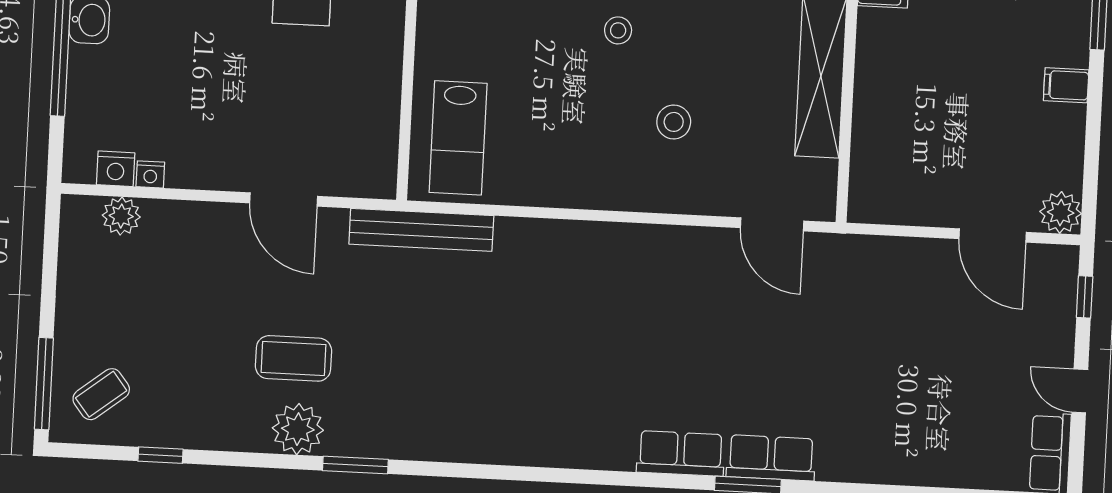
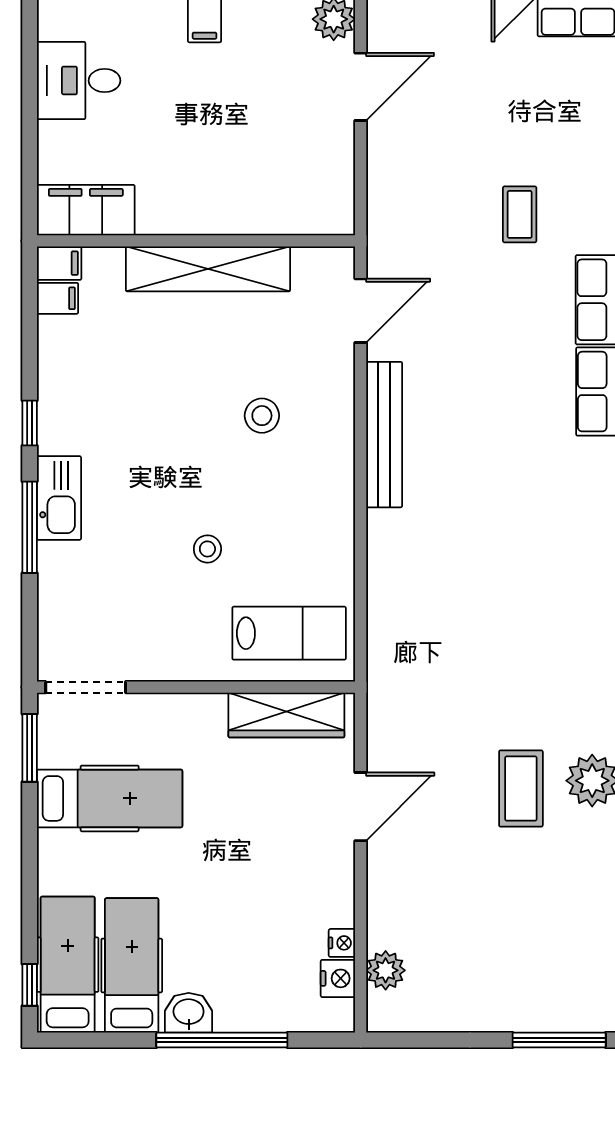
stool: (618, 30) -> (207, 549), moved
wardrobe: (378, 131) -> (286, 715), added
bench: (421, 230) -> (384, 435), moved
coffee table: (101, 394) -> (520, 214), moved, turned 38

